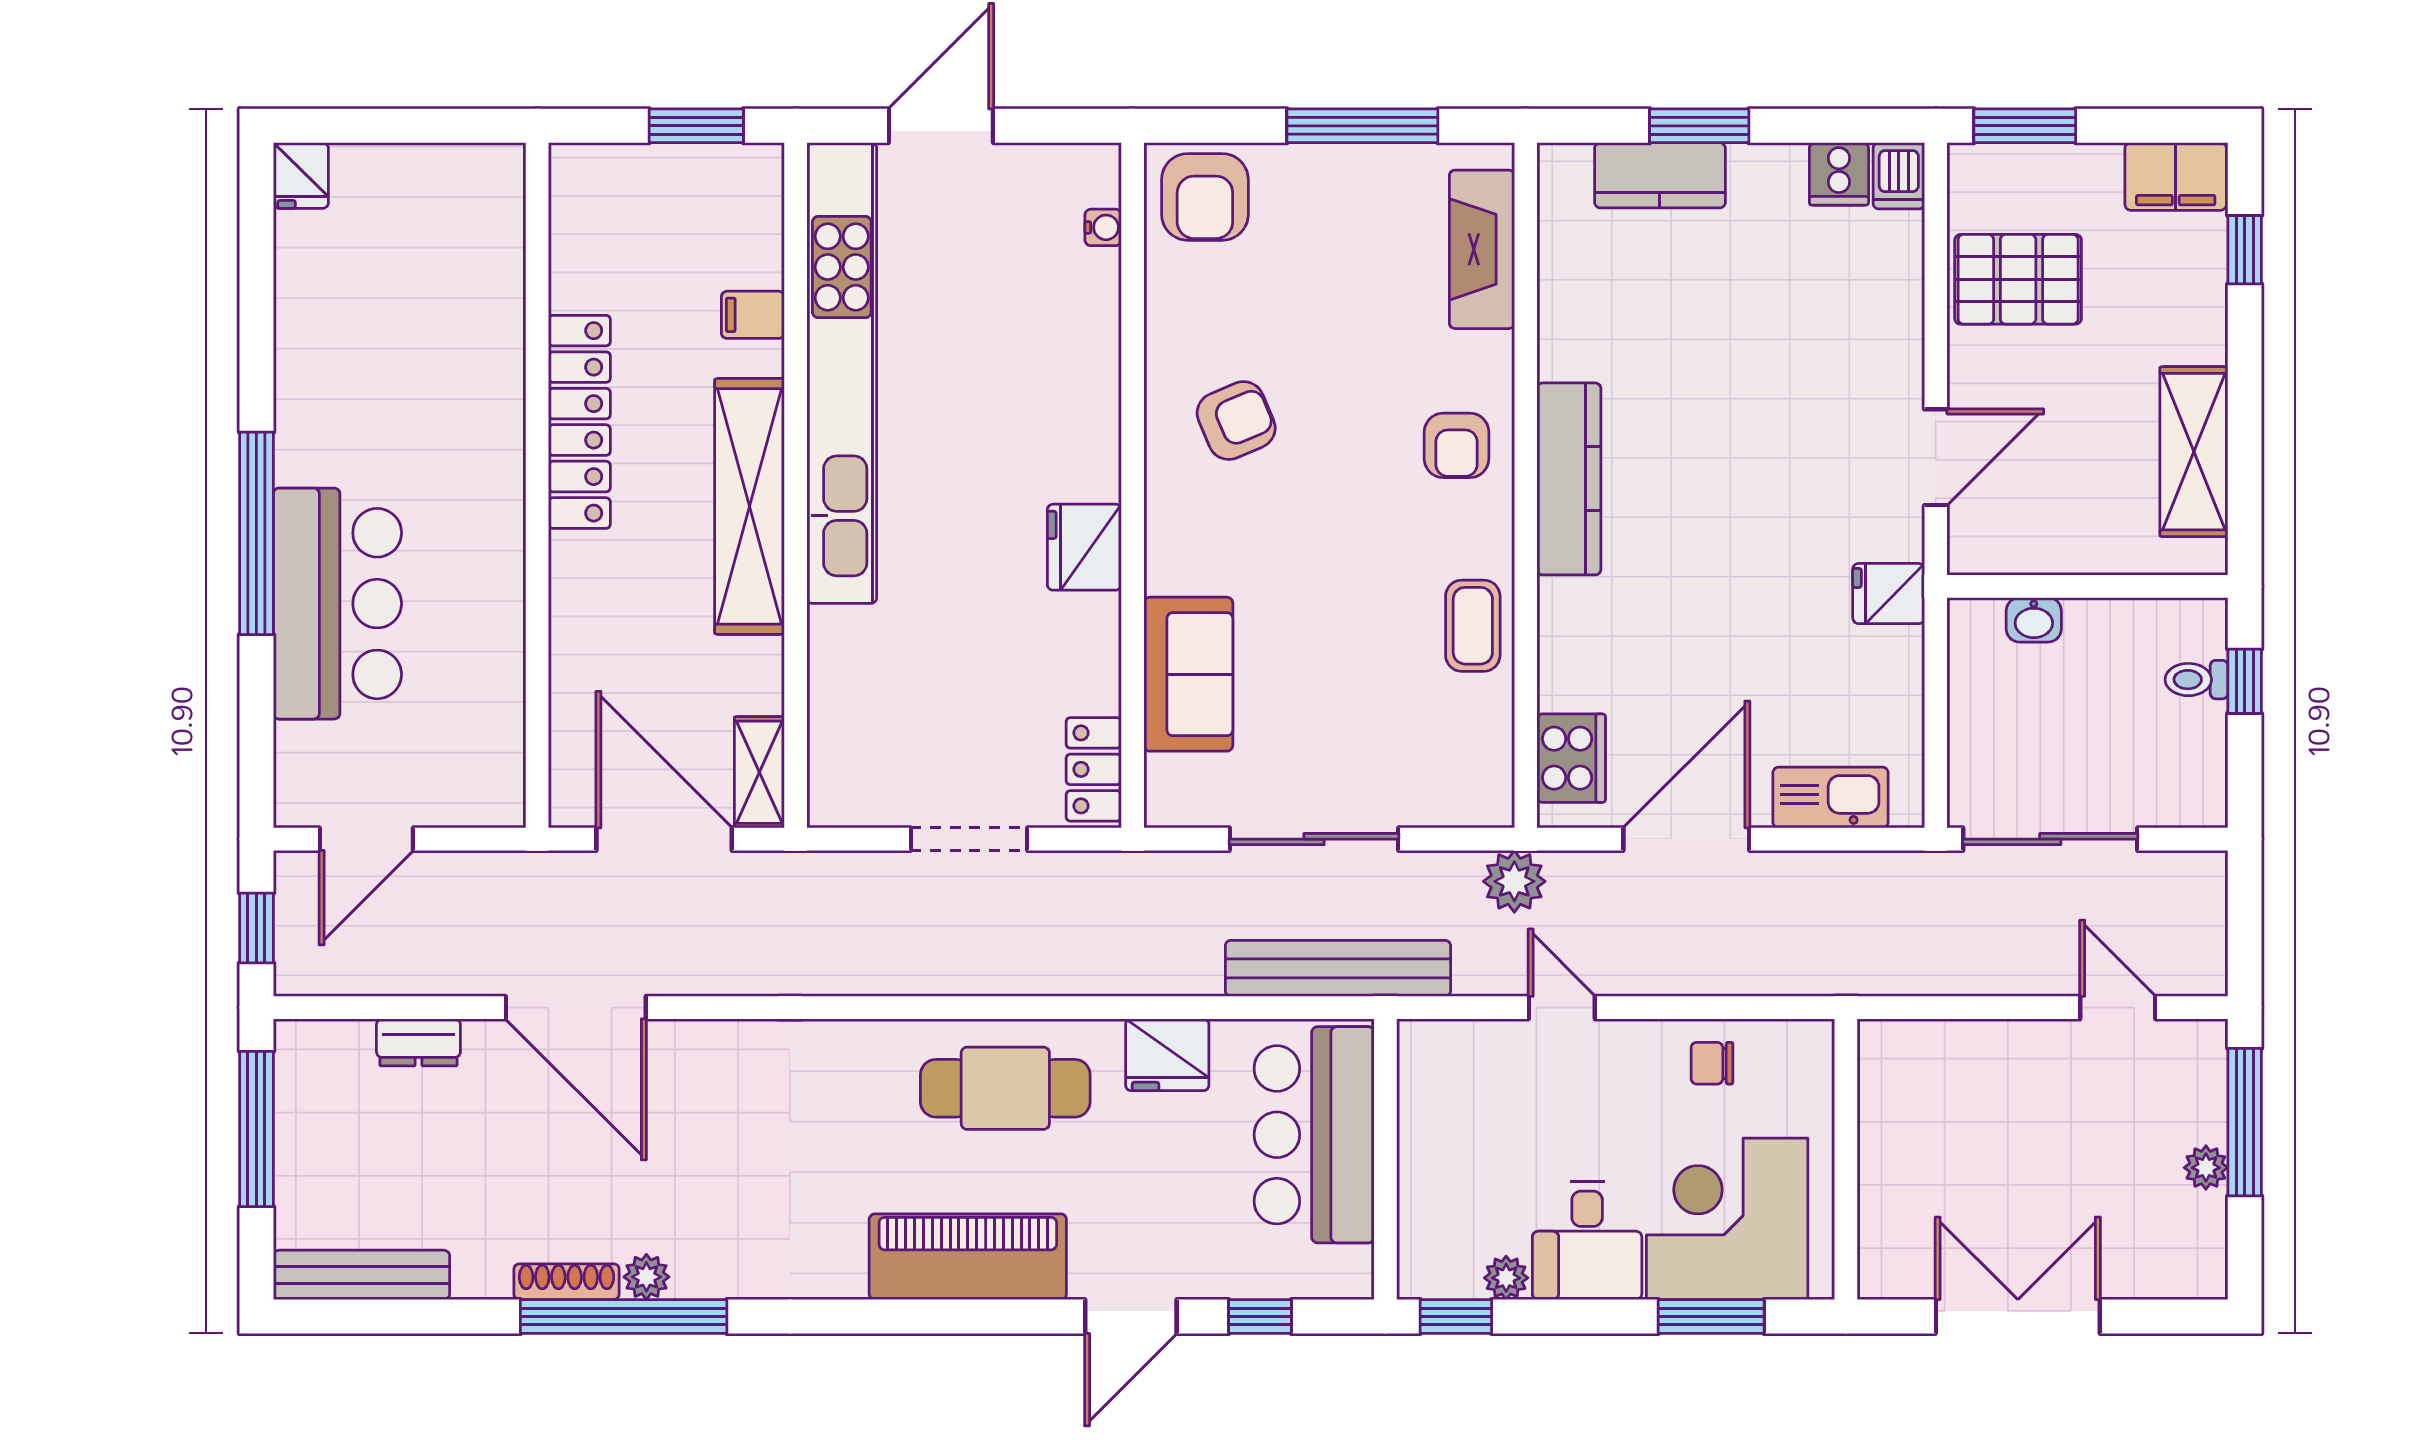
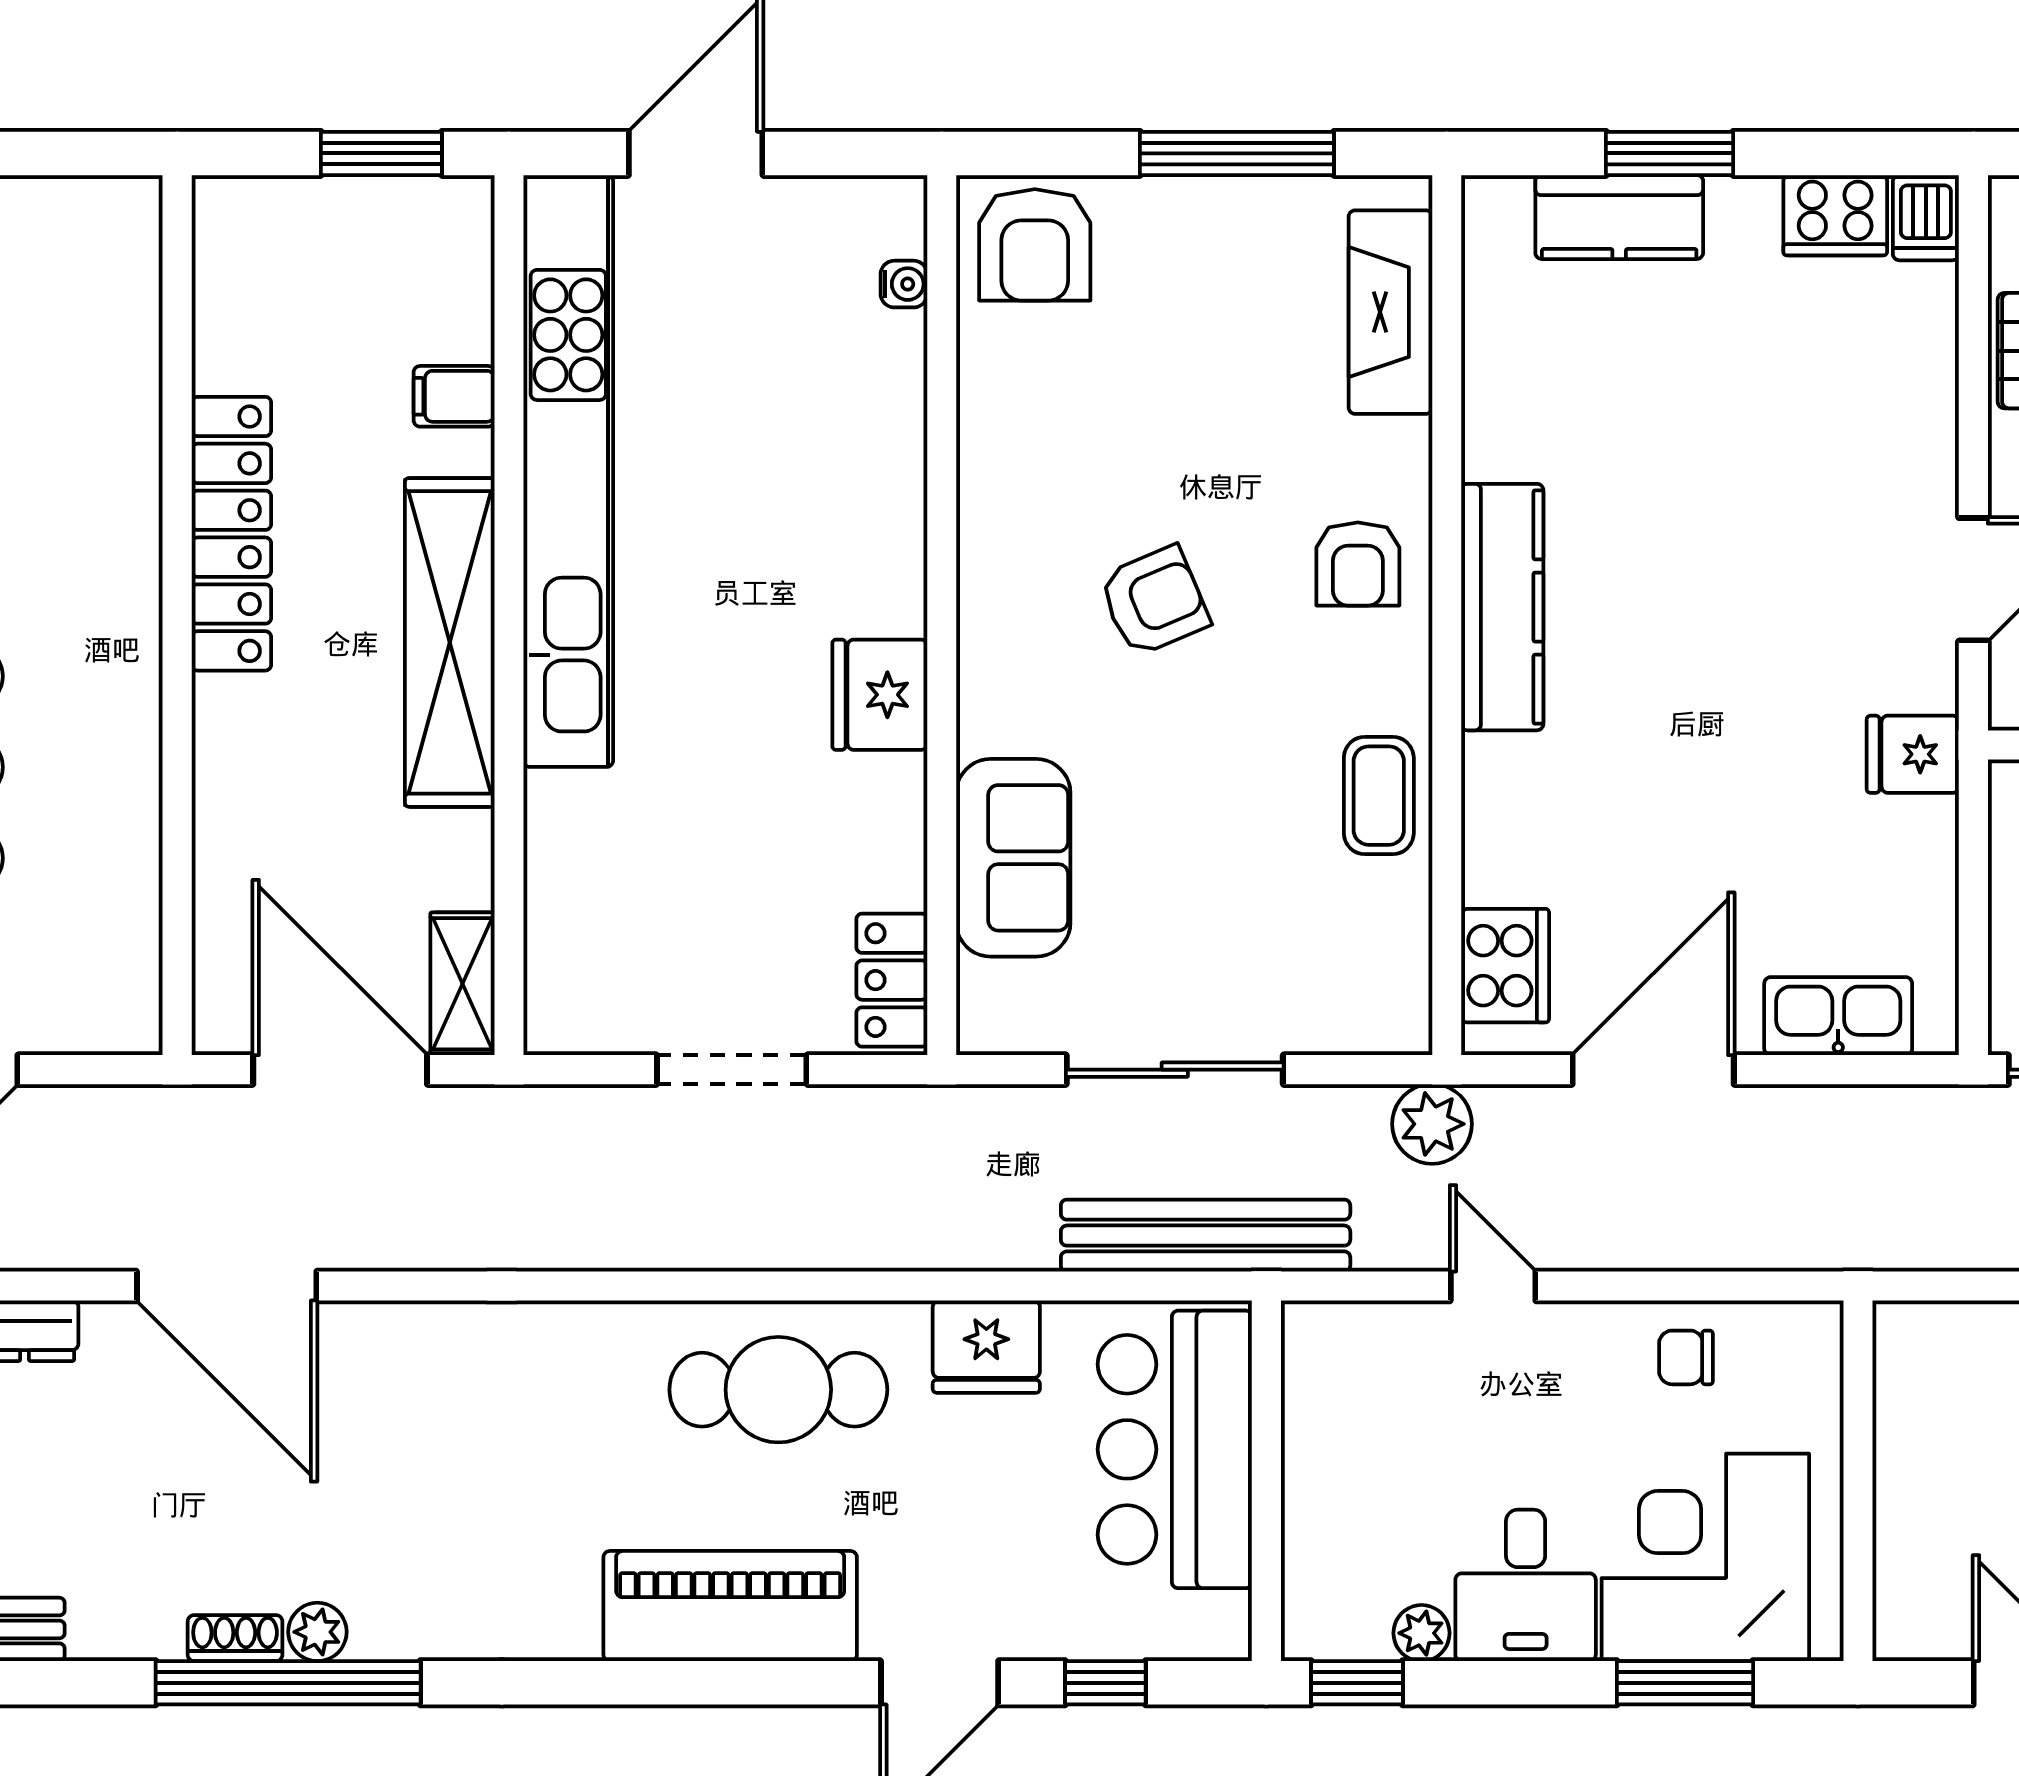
cooker: (1839, 174) -> (1835, 215), width x1.36
armchair: (1236, 421) -> (1154, 601), moved
shoe rack: (567, 1282) -> (235, 1638), width x0.70

